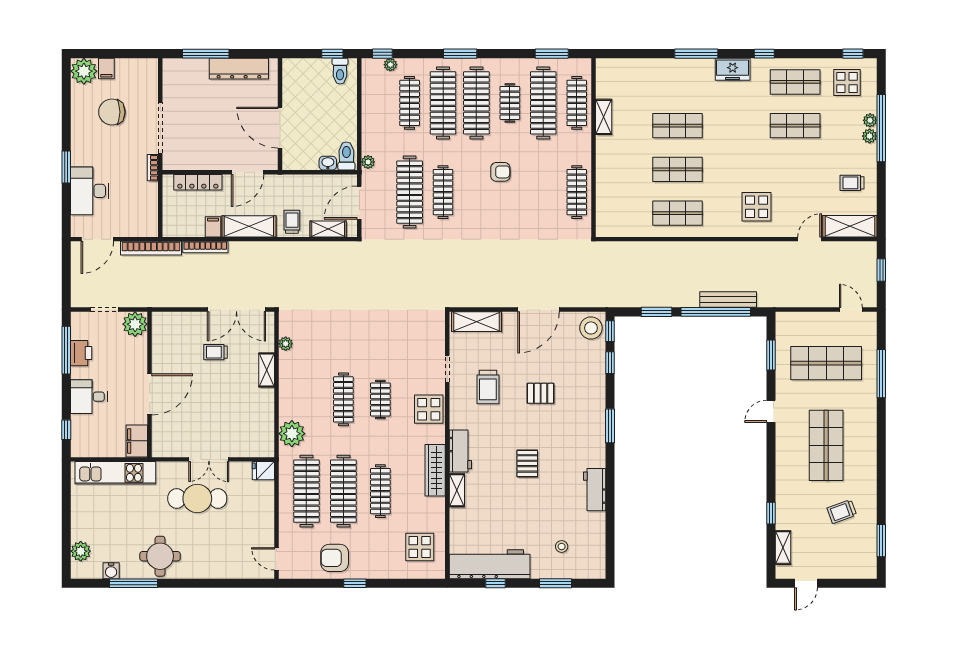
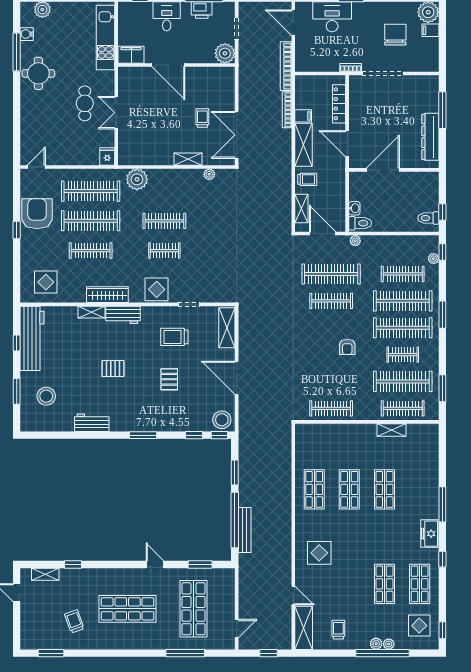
cafe table: (197, 499) -> (85, 103), width x0.73, depth x0.74
stool: (562, 547) -> (46, 396), width x1.89, depth x1.89
armchair: (335, 558) -> (37, 214), width x1.36, depth x1.36

